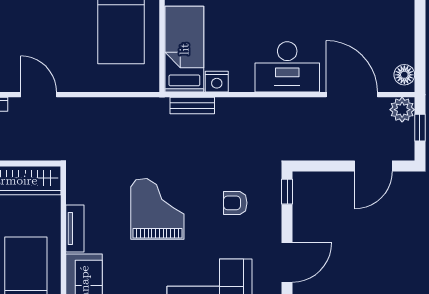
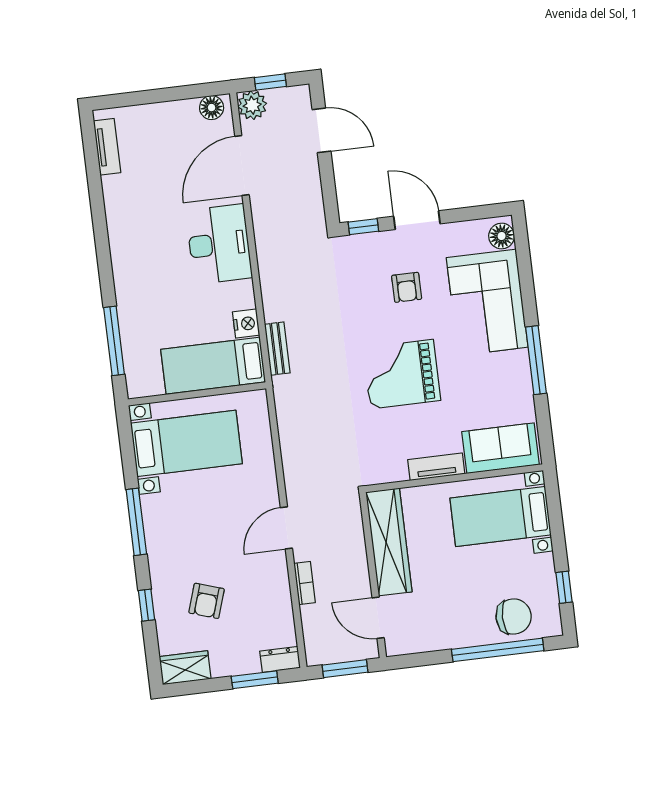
armchair: (235, 203) -> (407, 287), moved
door: (287, 262) -> (417, 220), moved

